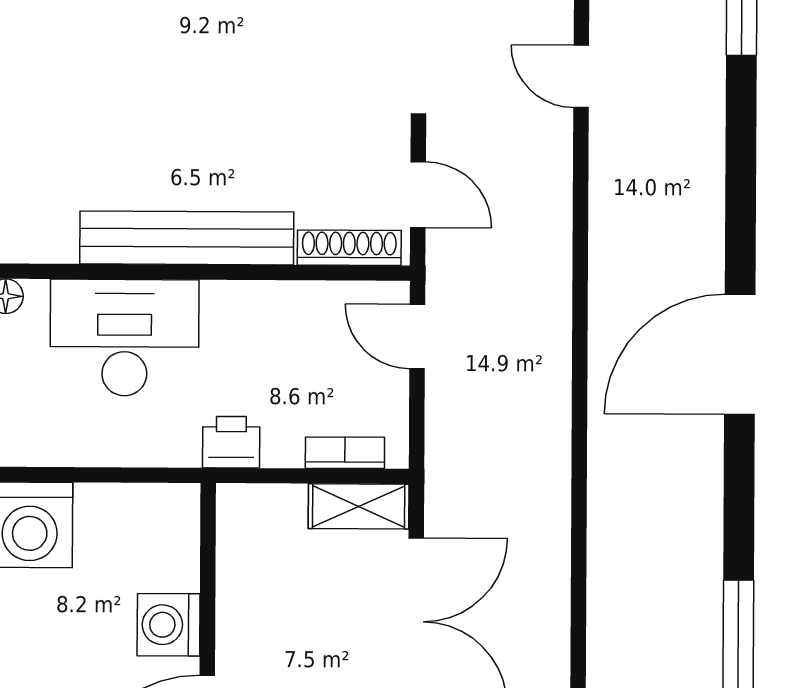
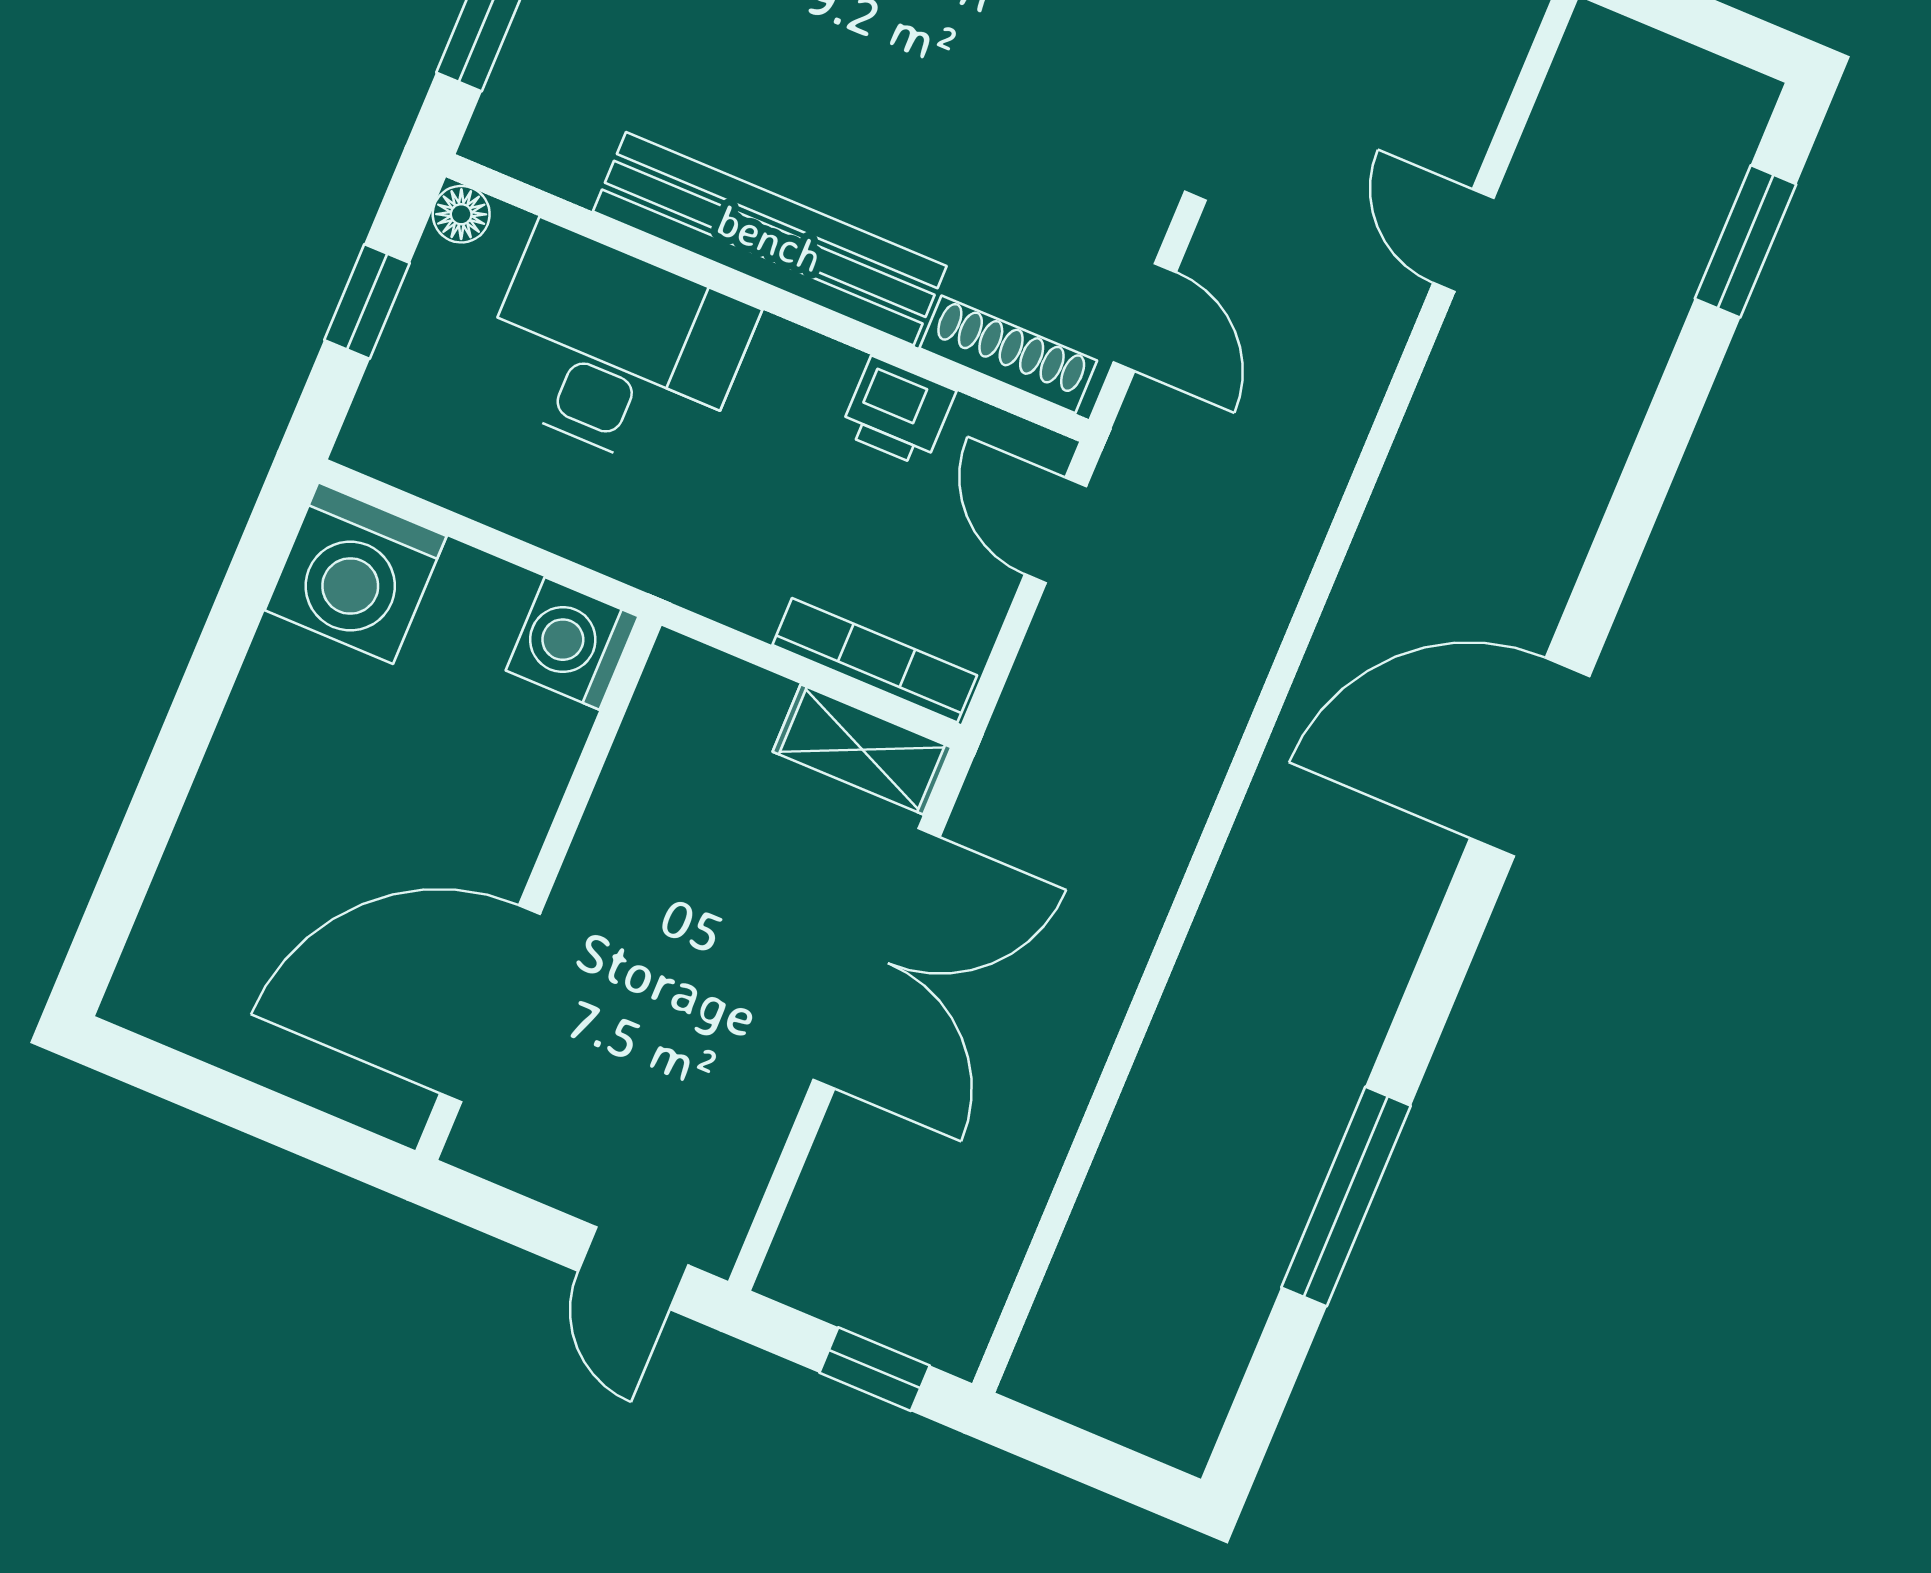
printer: (231, 442) -> (898, 412), moved, turned 180
bookcase: (345, 453) -> (875, 660), width x1.56
washing machine: (169, 625) -> (572, 643), moved

